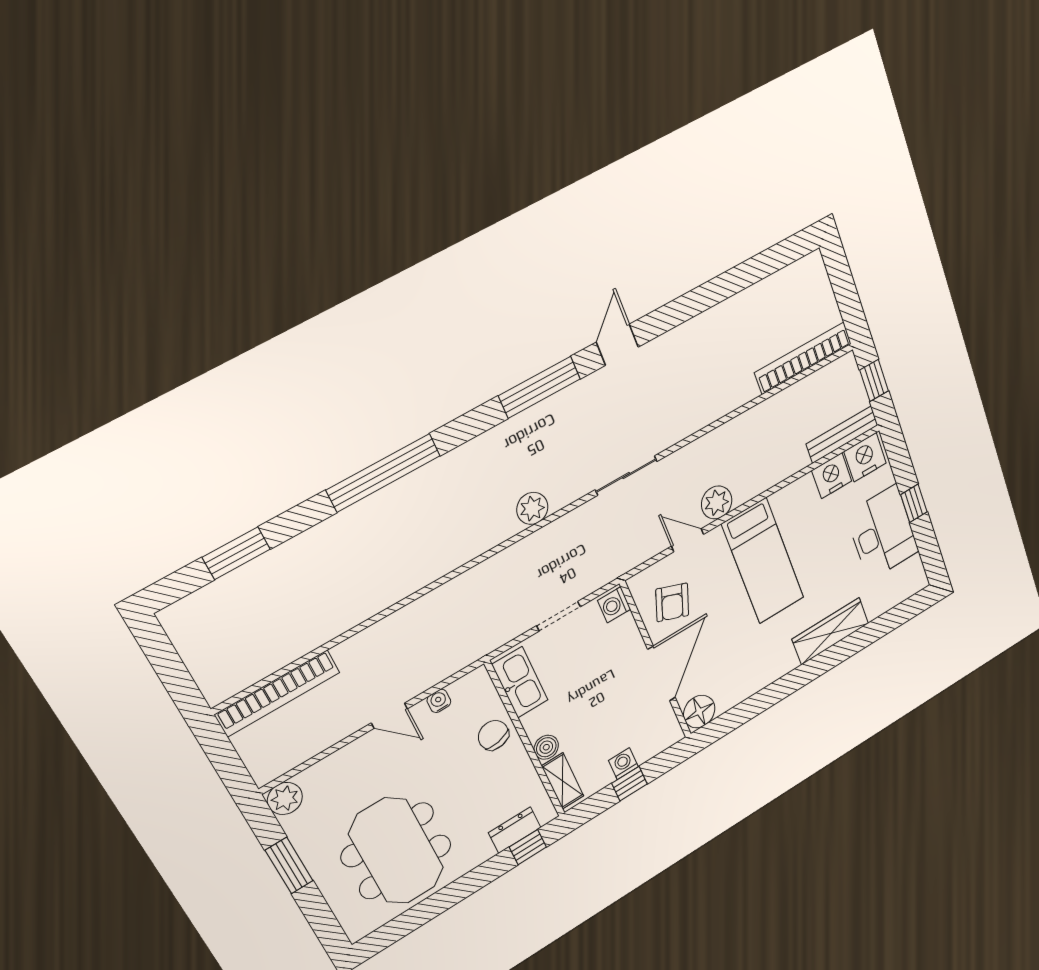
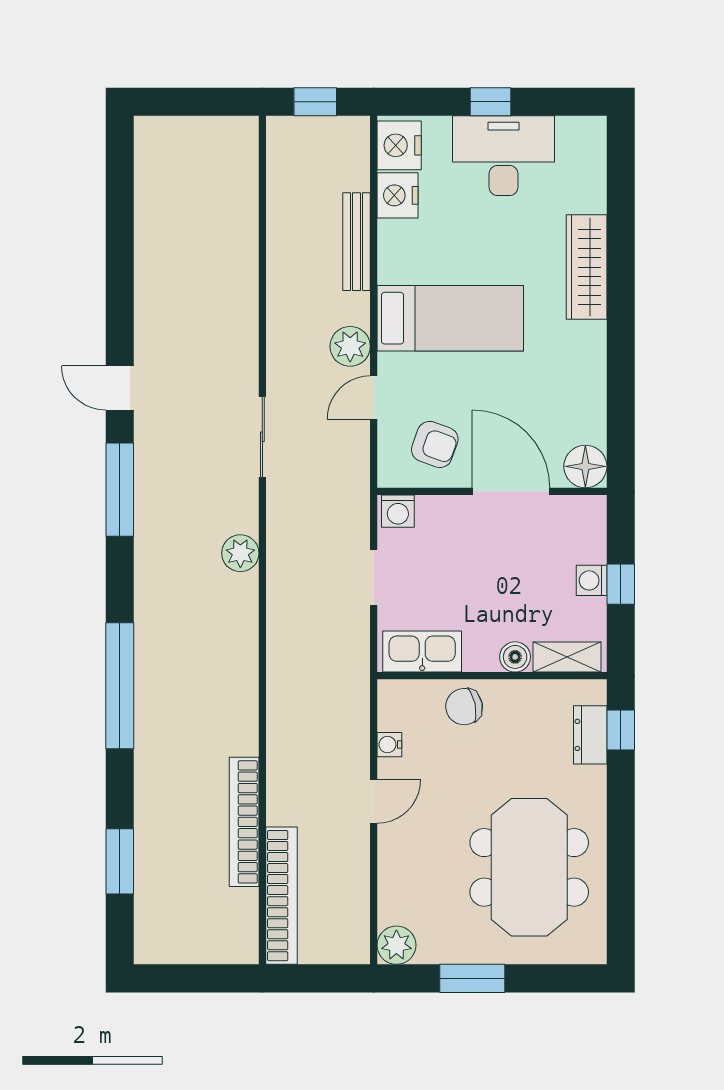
bookcase: (803, 358) -> (244, 822), moved
bench: (842, 435) -> (356, 242), moved
meeting table: (396, 851) -> (529, 867), turned 90

